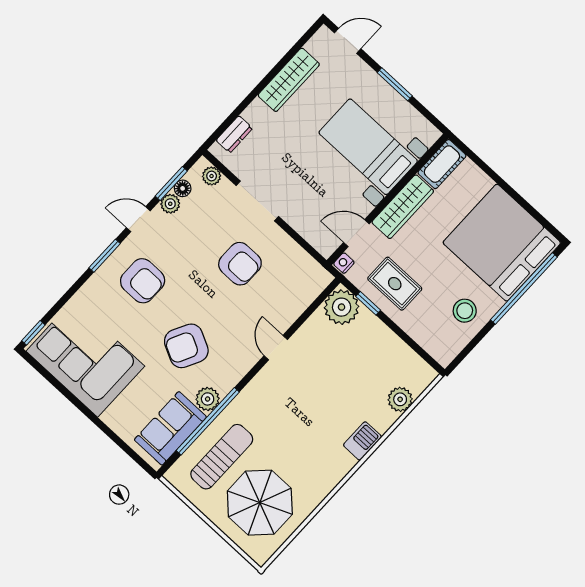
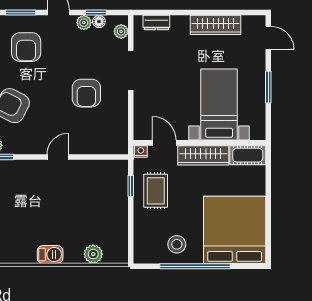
window: (171, 183) -> (96, 13), width x0.67
window: (524, 288) -> (195, 266), moved
plant: (342, 307) -> (115, 173), removed

